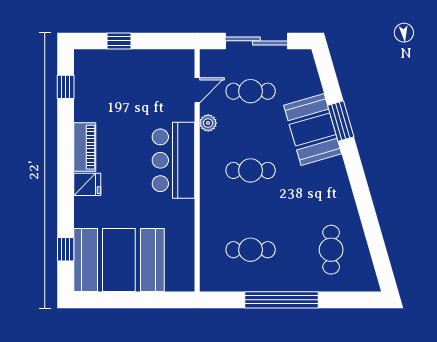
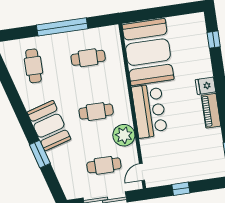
window: (119, 41) -> (181, 189), moved
door: (197, 90) -> (142, 172), moved
plant: (208, 123) -> (124, 135), width x1.88, depth x1.88
booth: (313, 130) -> (49, 126), moved
booth: (119, 260) -> (148, 52), moved, turned 90

